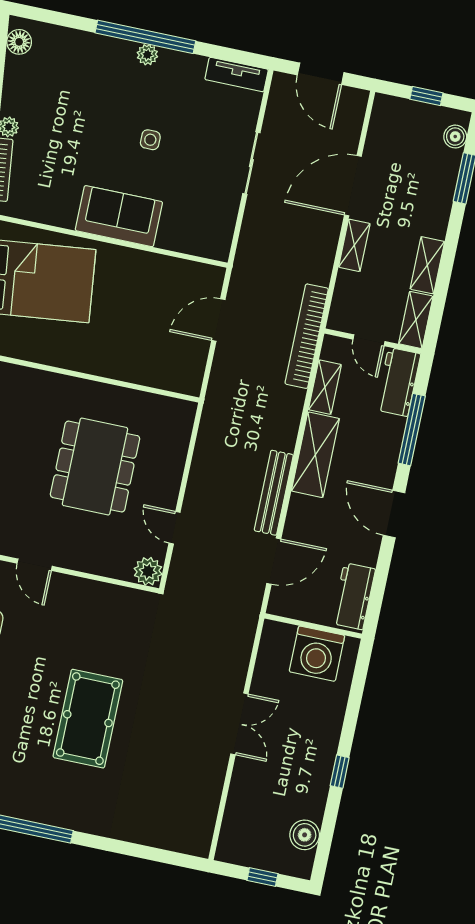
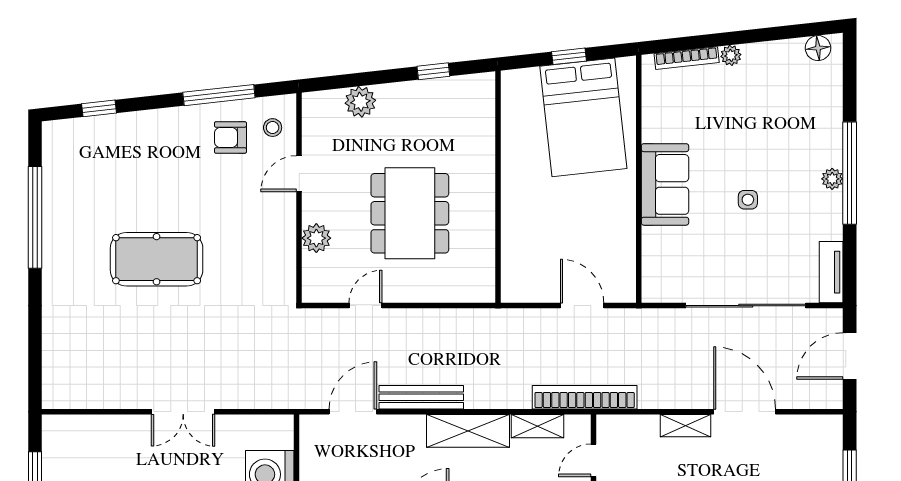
sliding door: (251, 163) -> (746, 306), width x1.86
dining table: (95, 467) -> (410, 213), turned 90
door: (274, 561) -> (353, 412), swing flipped
plant: (148, 571) -> (316, 238), moved

